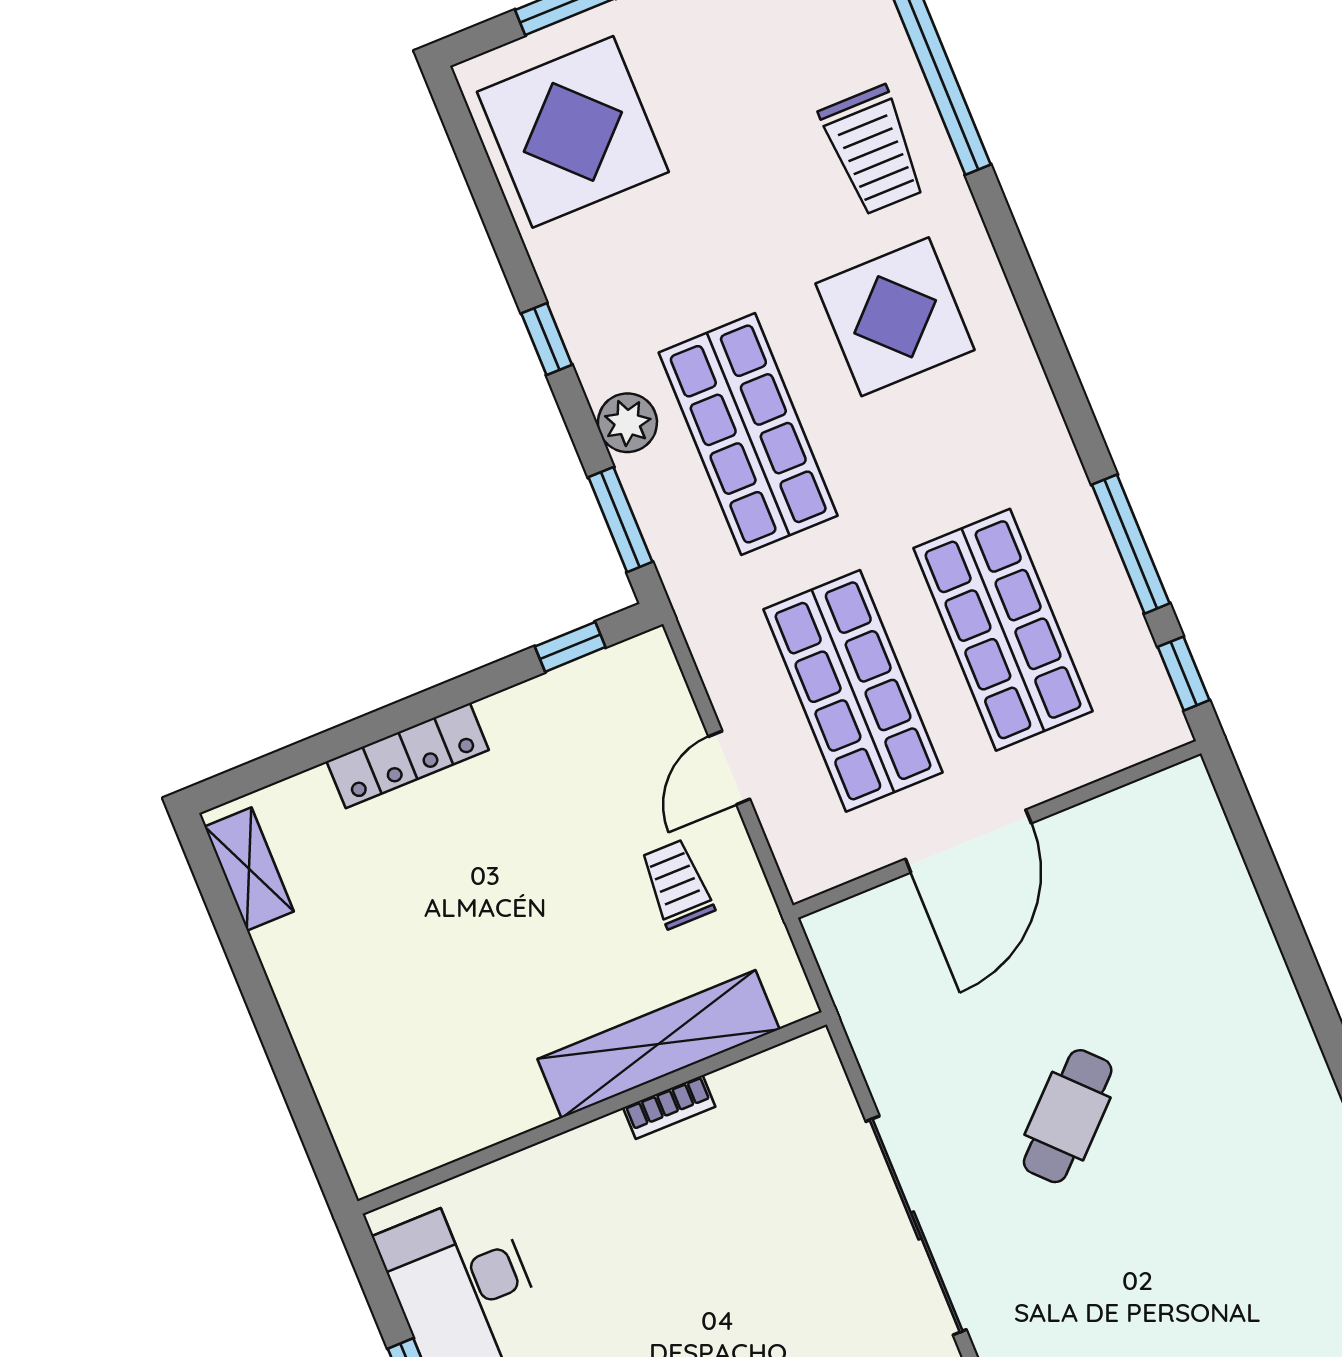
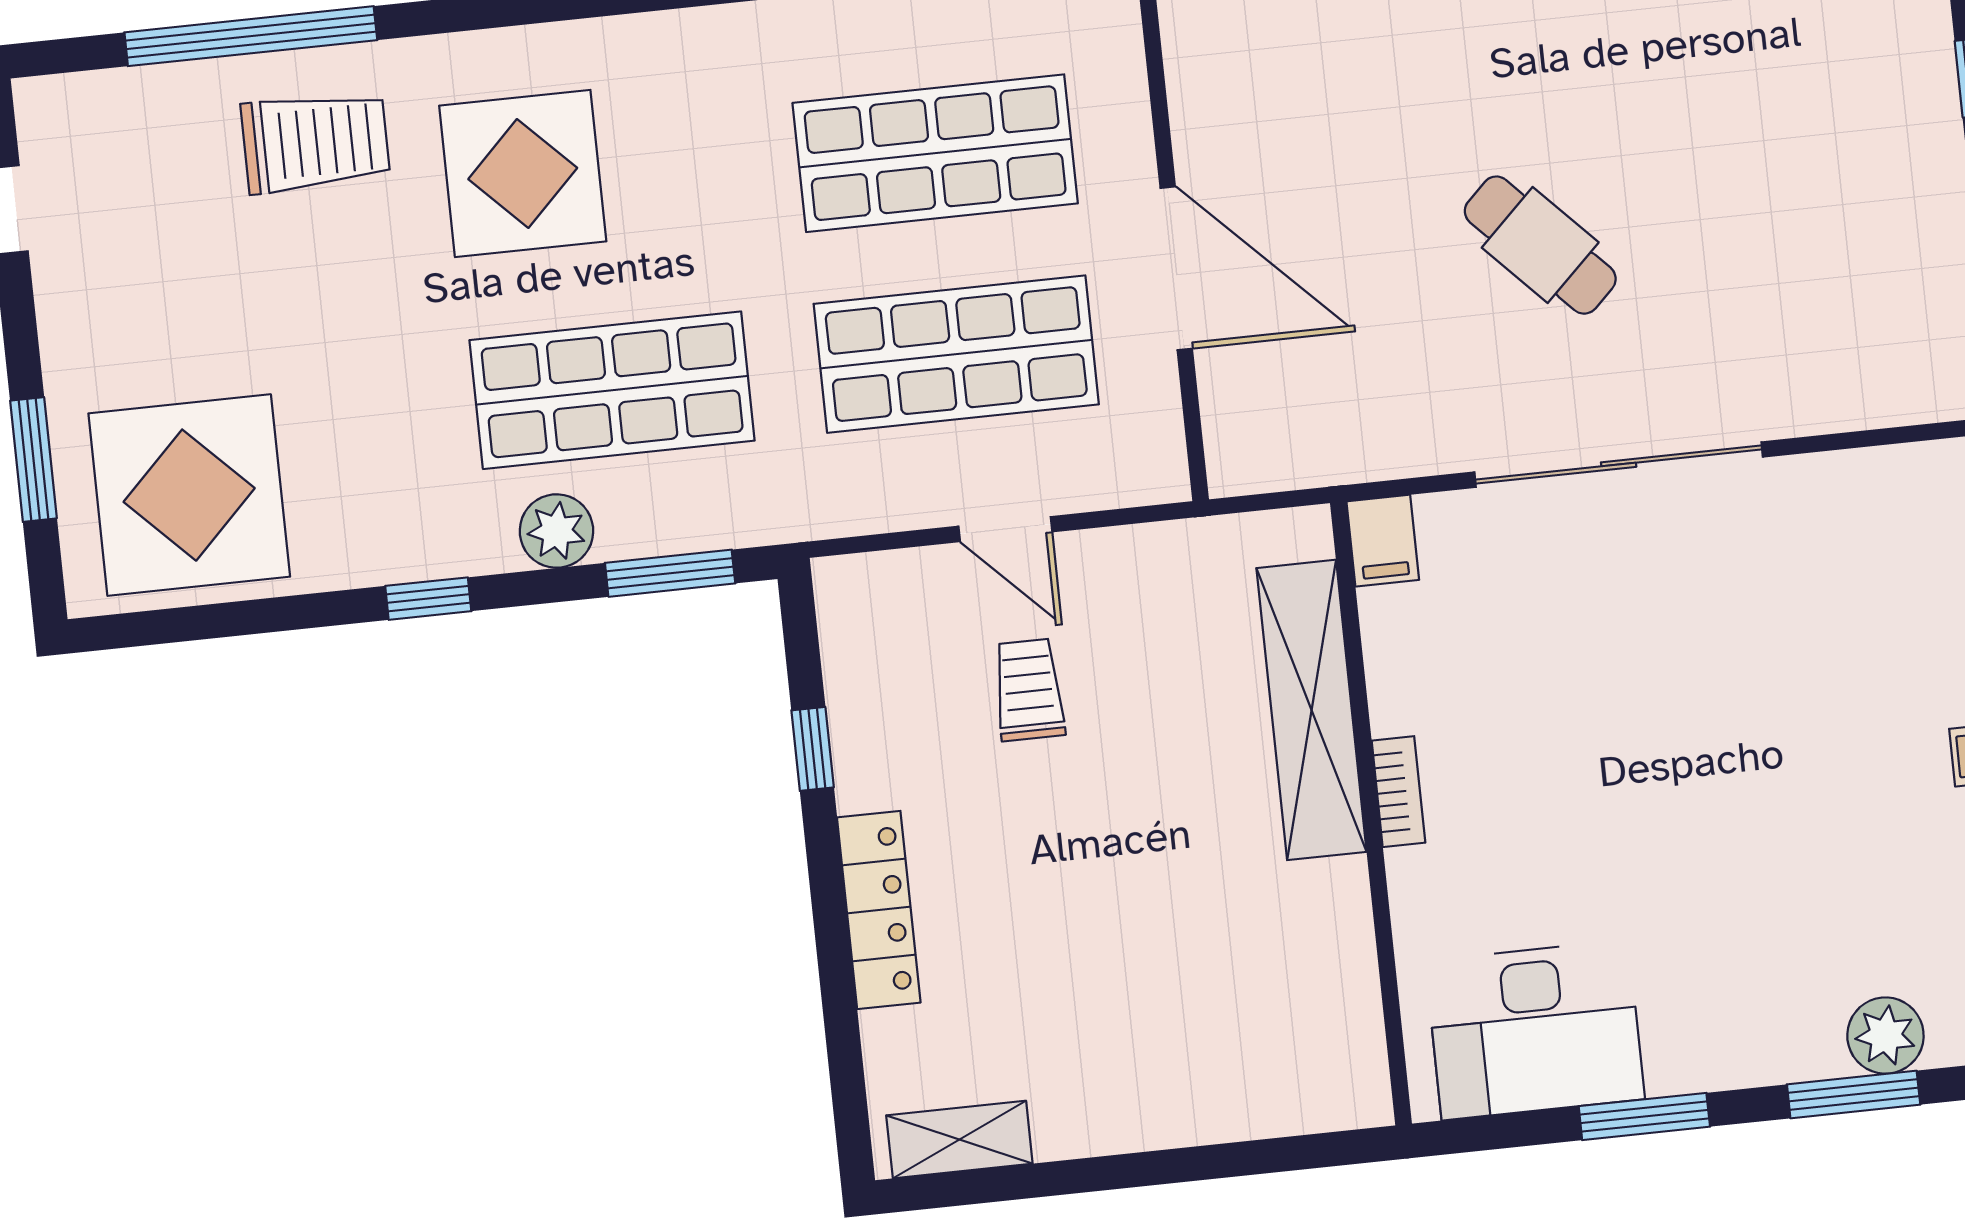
window: (570, 647) -> (813, 749), moved
trolley: (677, 884) -> (1029, 690), moved, turned 90
filing cabinet: (805, 1061) -> (1383, 541), added
bookcase: (669, 1107) -> (1398, 792), moved

